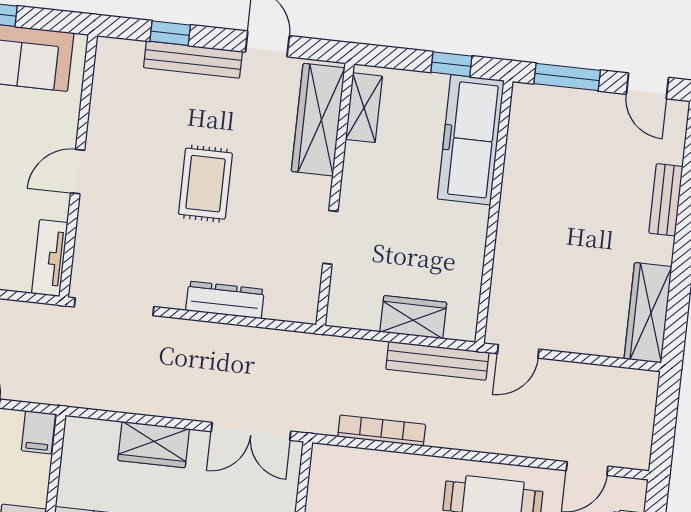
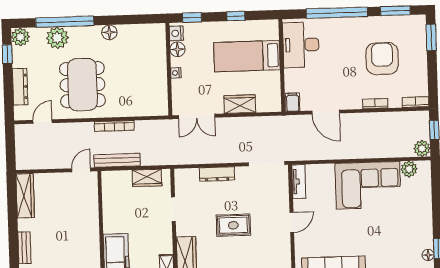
rug: (205, 184) -> (233, 225), turned 90
wardrobe: (413, 317) -> (147, 178), moved
double door: (251, 431) -> (197, 116), swing flipped
bookcase: (382, 431) -> (114, 126), moved

